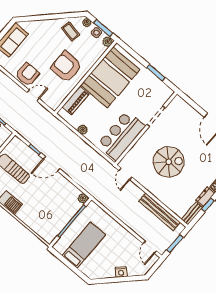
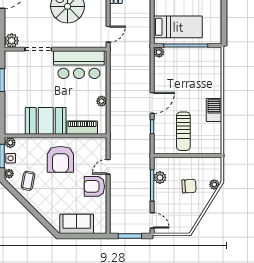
booth: (110, 77) -> (46, 121), width x0.73, depth x0.70
door: (33, 96) -> (108, 167), hinge flipped
plant: (178, 103) -> (12, 41), added
door: (52, 164) -> (152, 103), hinge flipped
bed: (84, 245) -> (178, 27), moved, turned 180

